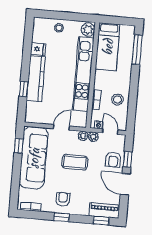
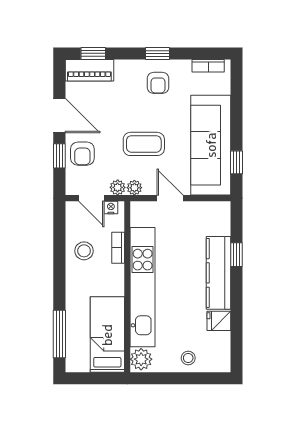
door: (62, 127) -> (170, 198), swing flipped
armchair: (113, 160) -> (82, 154), turned 180

